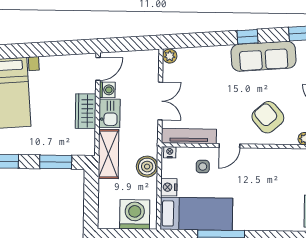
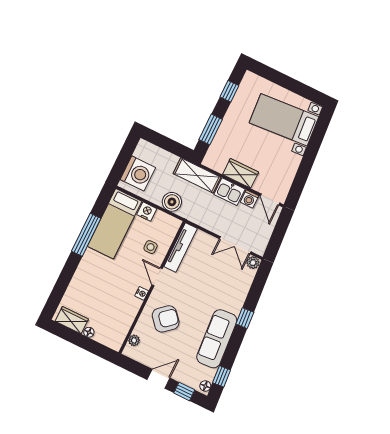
window: (247, 37) -> (245, 318), moved
double door: (160, 101) -> (235, 245), moved
nightstand: (170, 152) -> (142, 293), moved

